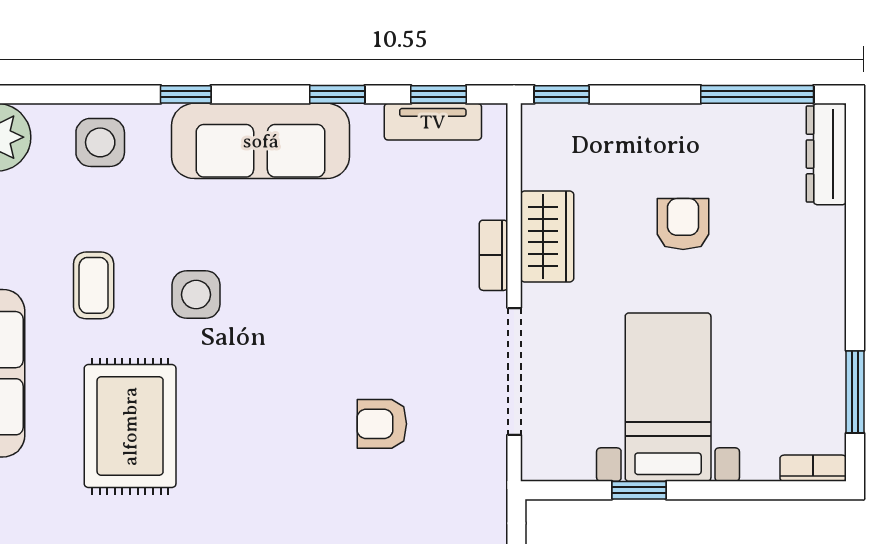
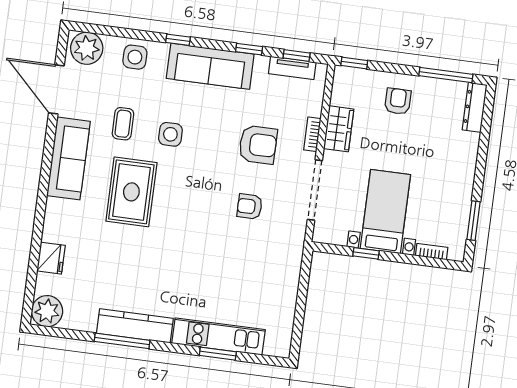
armchair: (683, 224) -> (398, 101), moved
armchair: (382, 292) -> (258, 145), added
bookcase: (813, 468) -> (432, 252), moved

